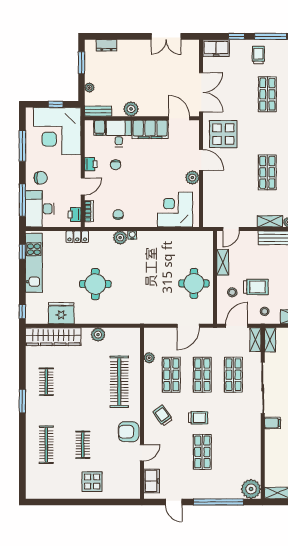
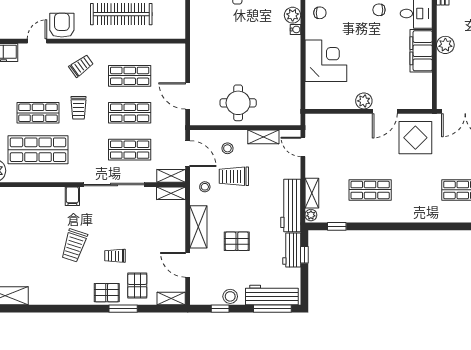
plant: (131, 109) -> (445, 45), moved
door: (179, 118) -> (434, 85), removed
corner desk: (175, 210) -> (326, 61), moved
trolley: (256, 287) -> (234, 176), turned 90
plant: (149, 358) -> (150, 50), removed
shop shelf: (233, 452) -> (38, 150), added
door: (142, 453) -> (37, 41), swing flipped

